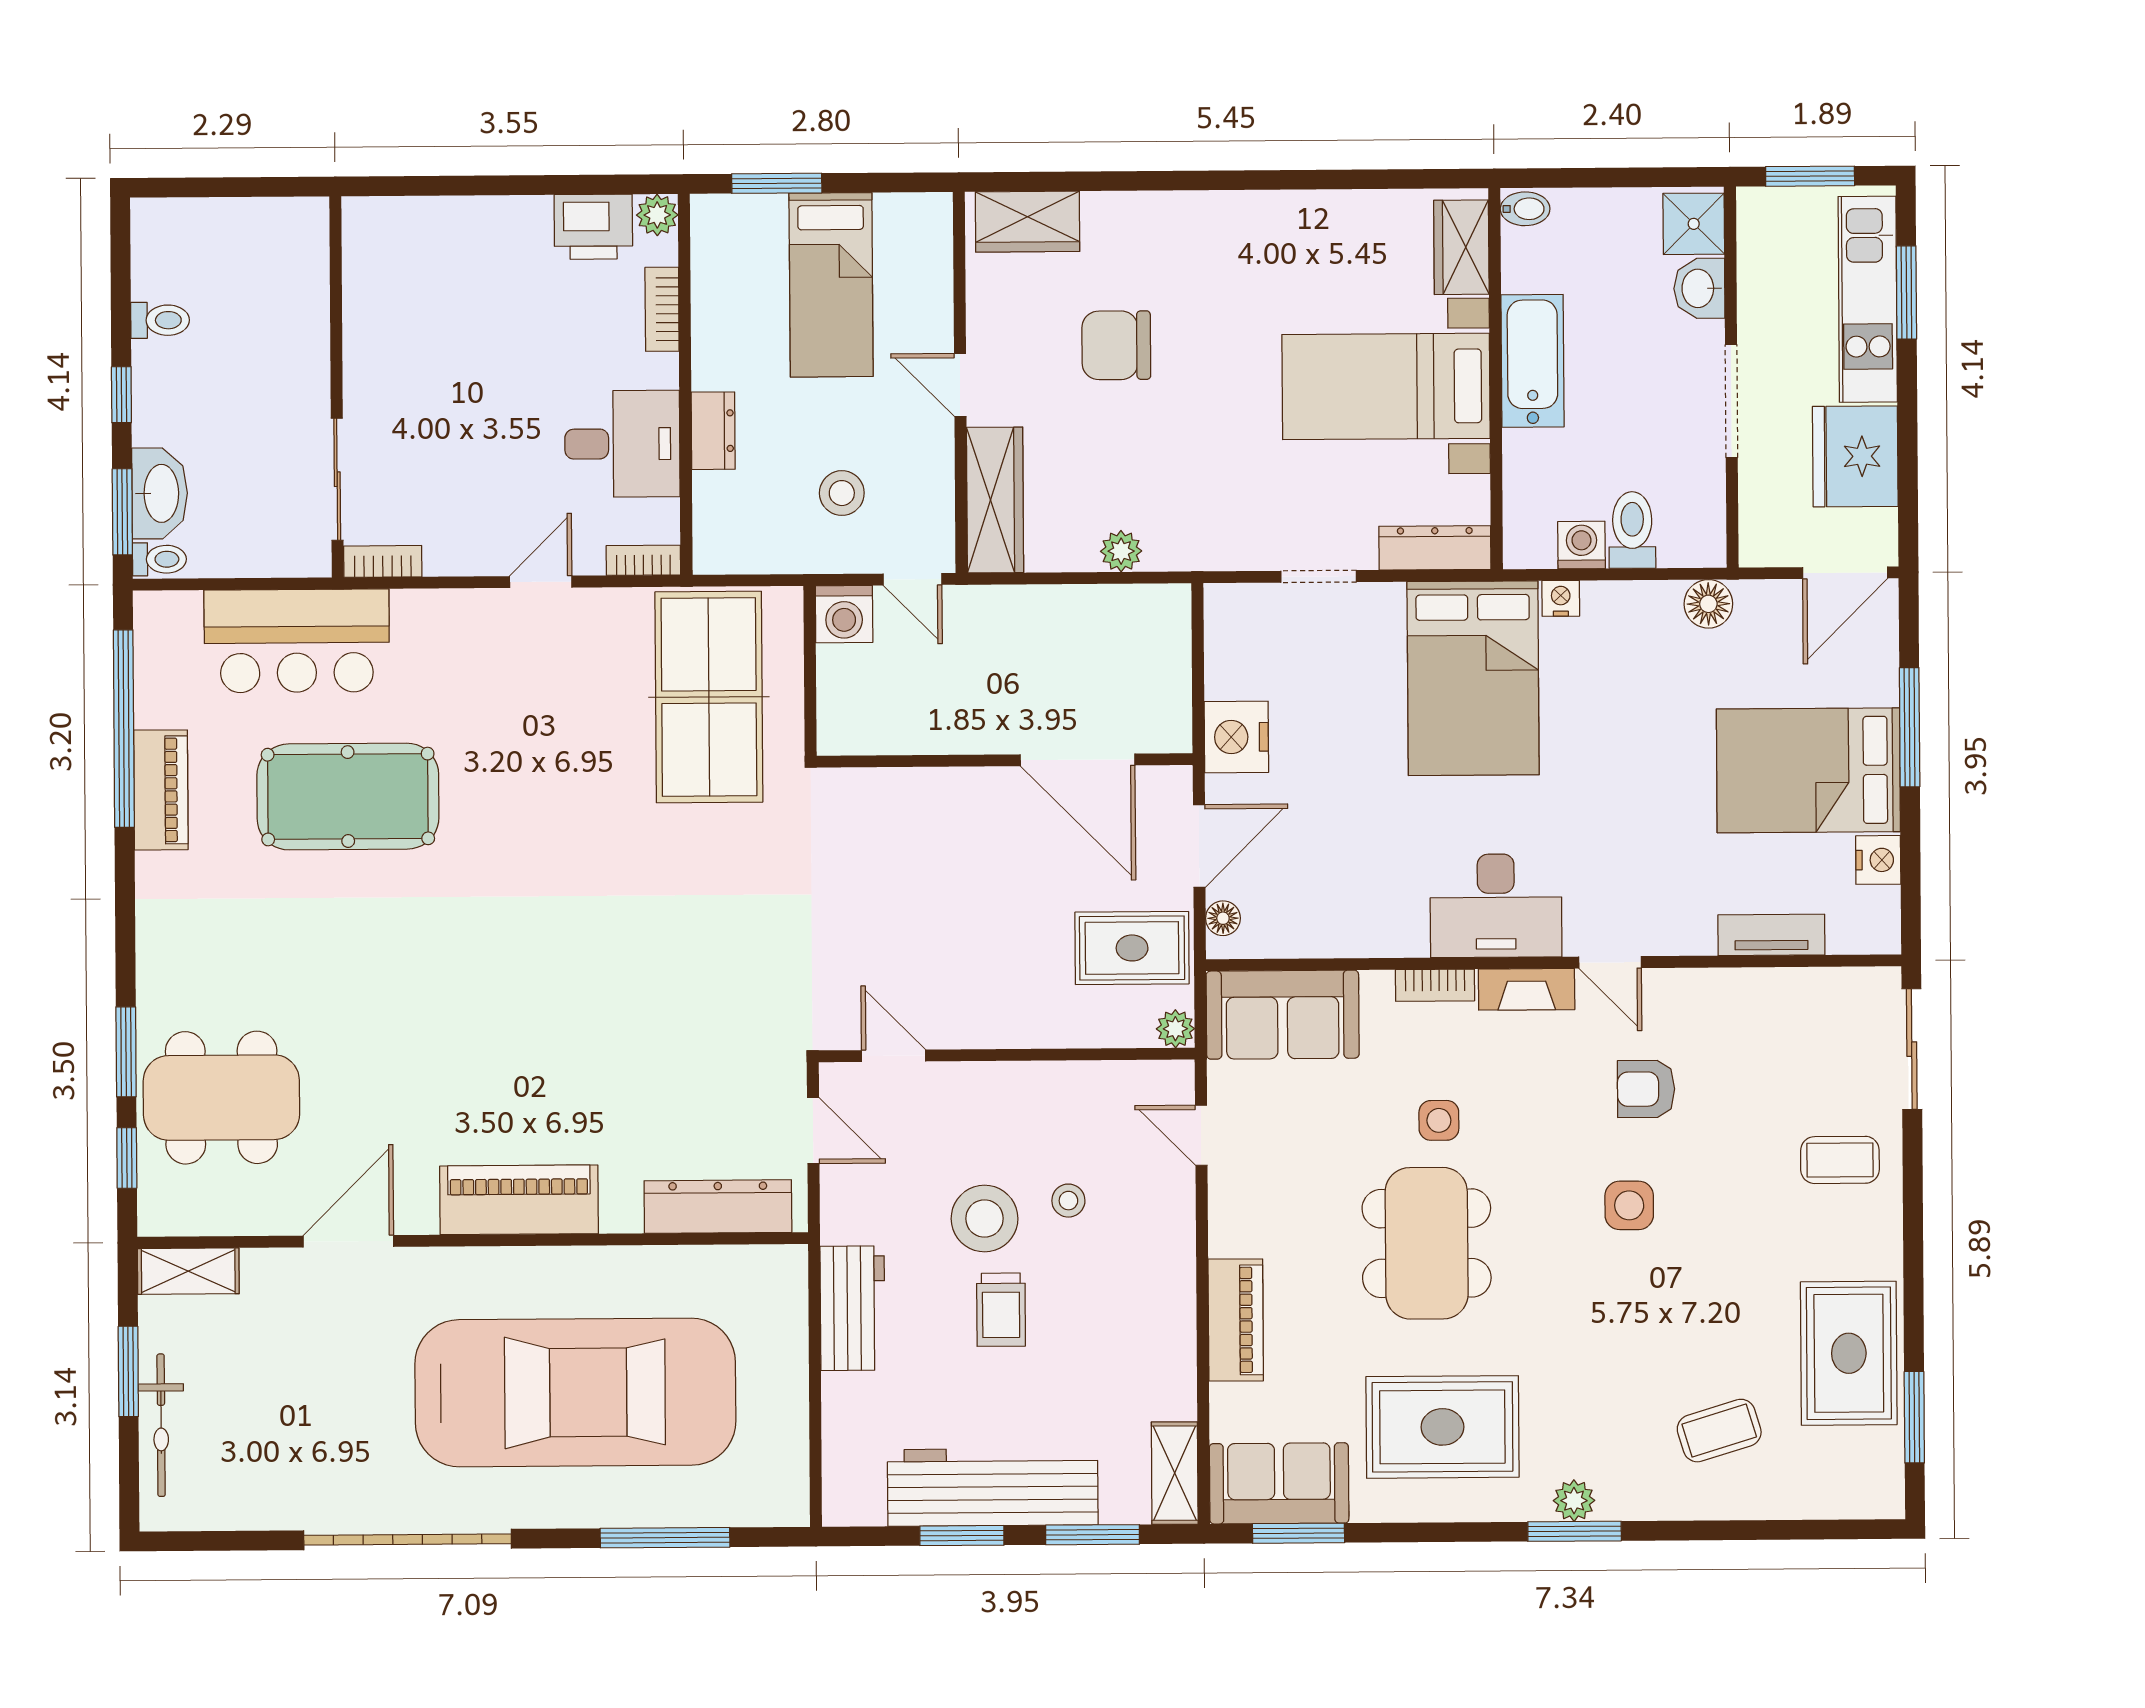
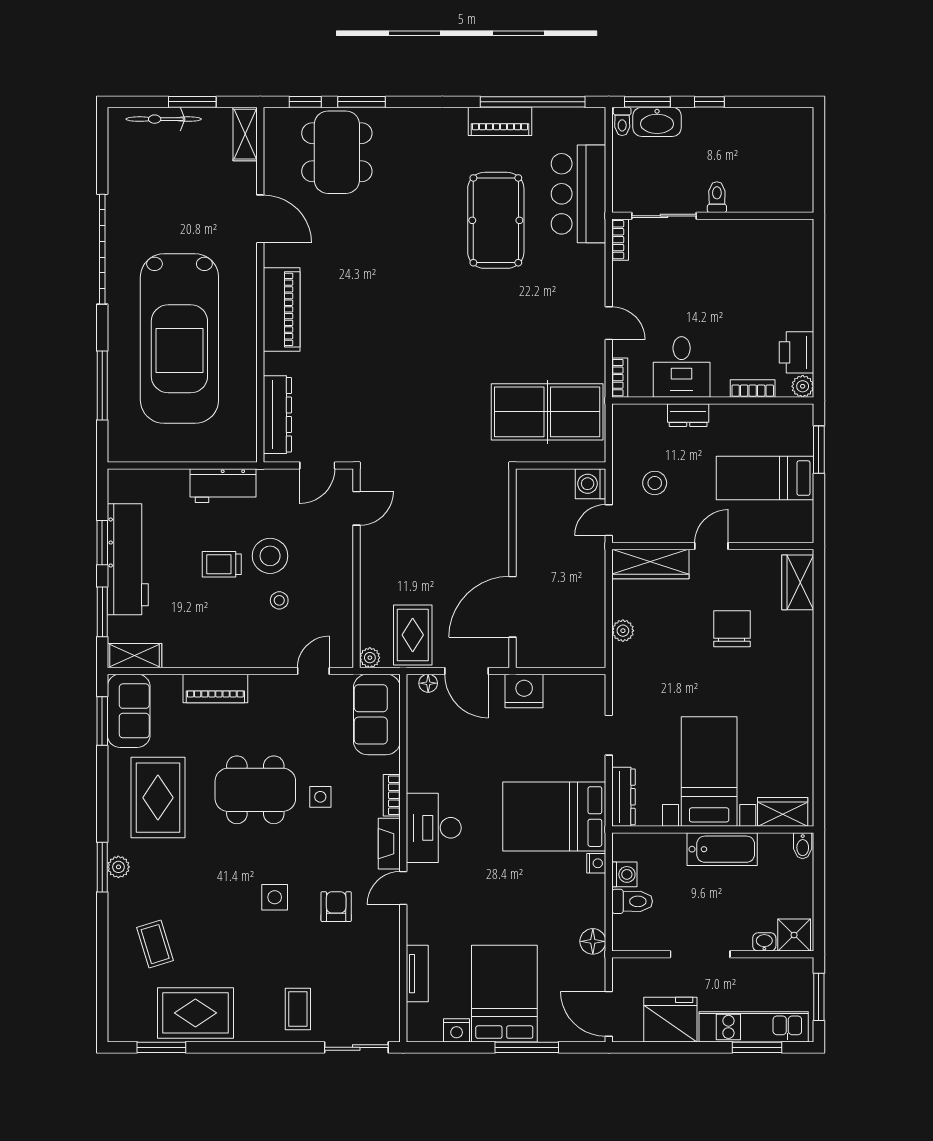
washbasin: (1699, 288) -> (764, 942), width x0.72, depth x0.69
toilet: (160, 320) -> (717, 197), moved, turned 180

